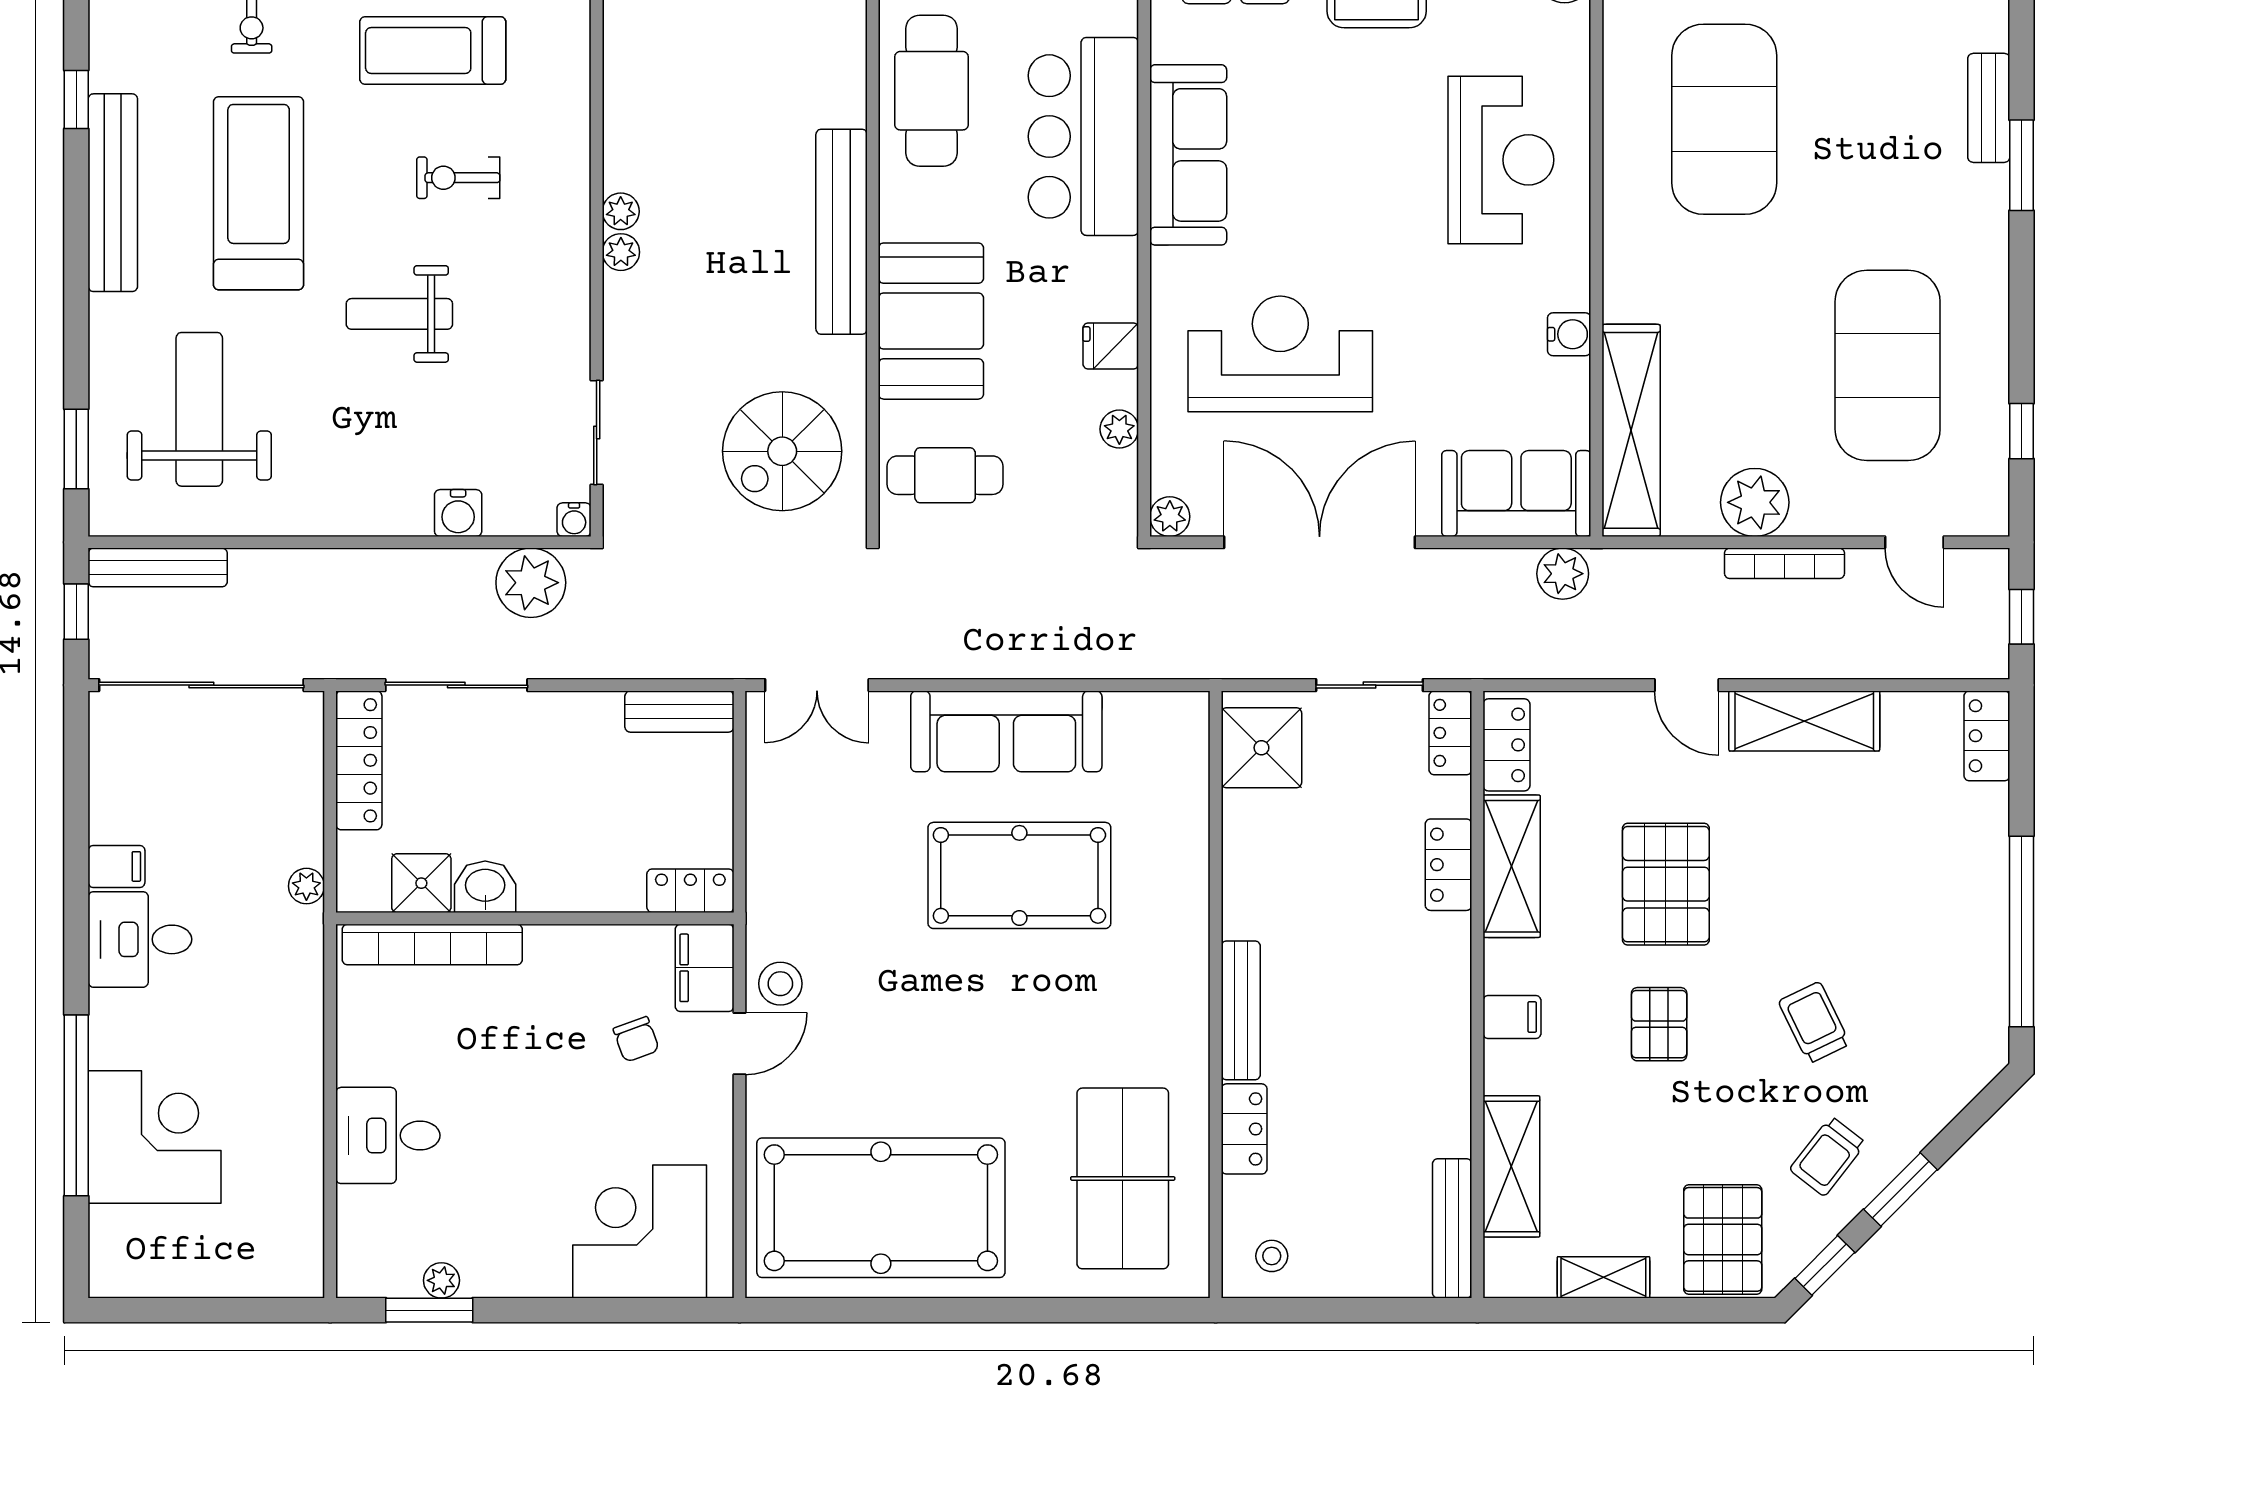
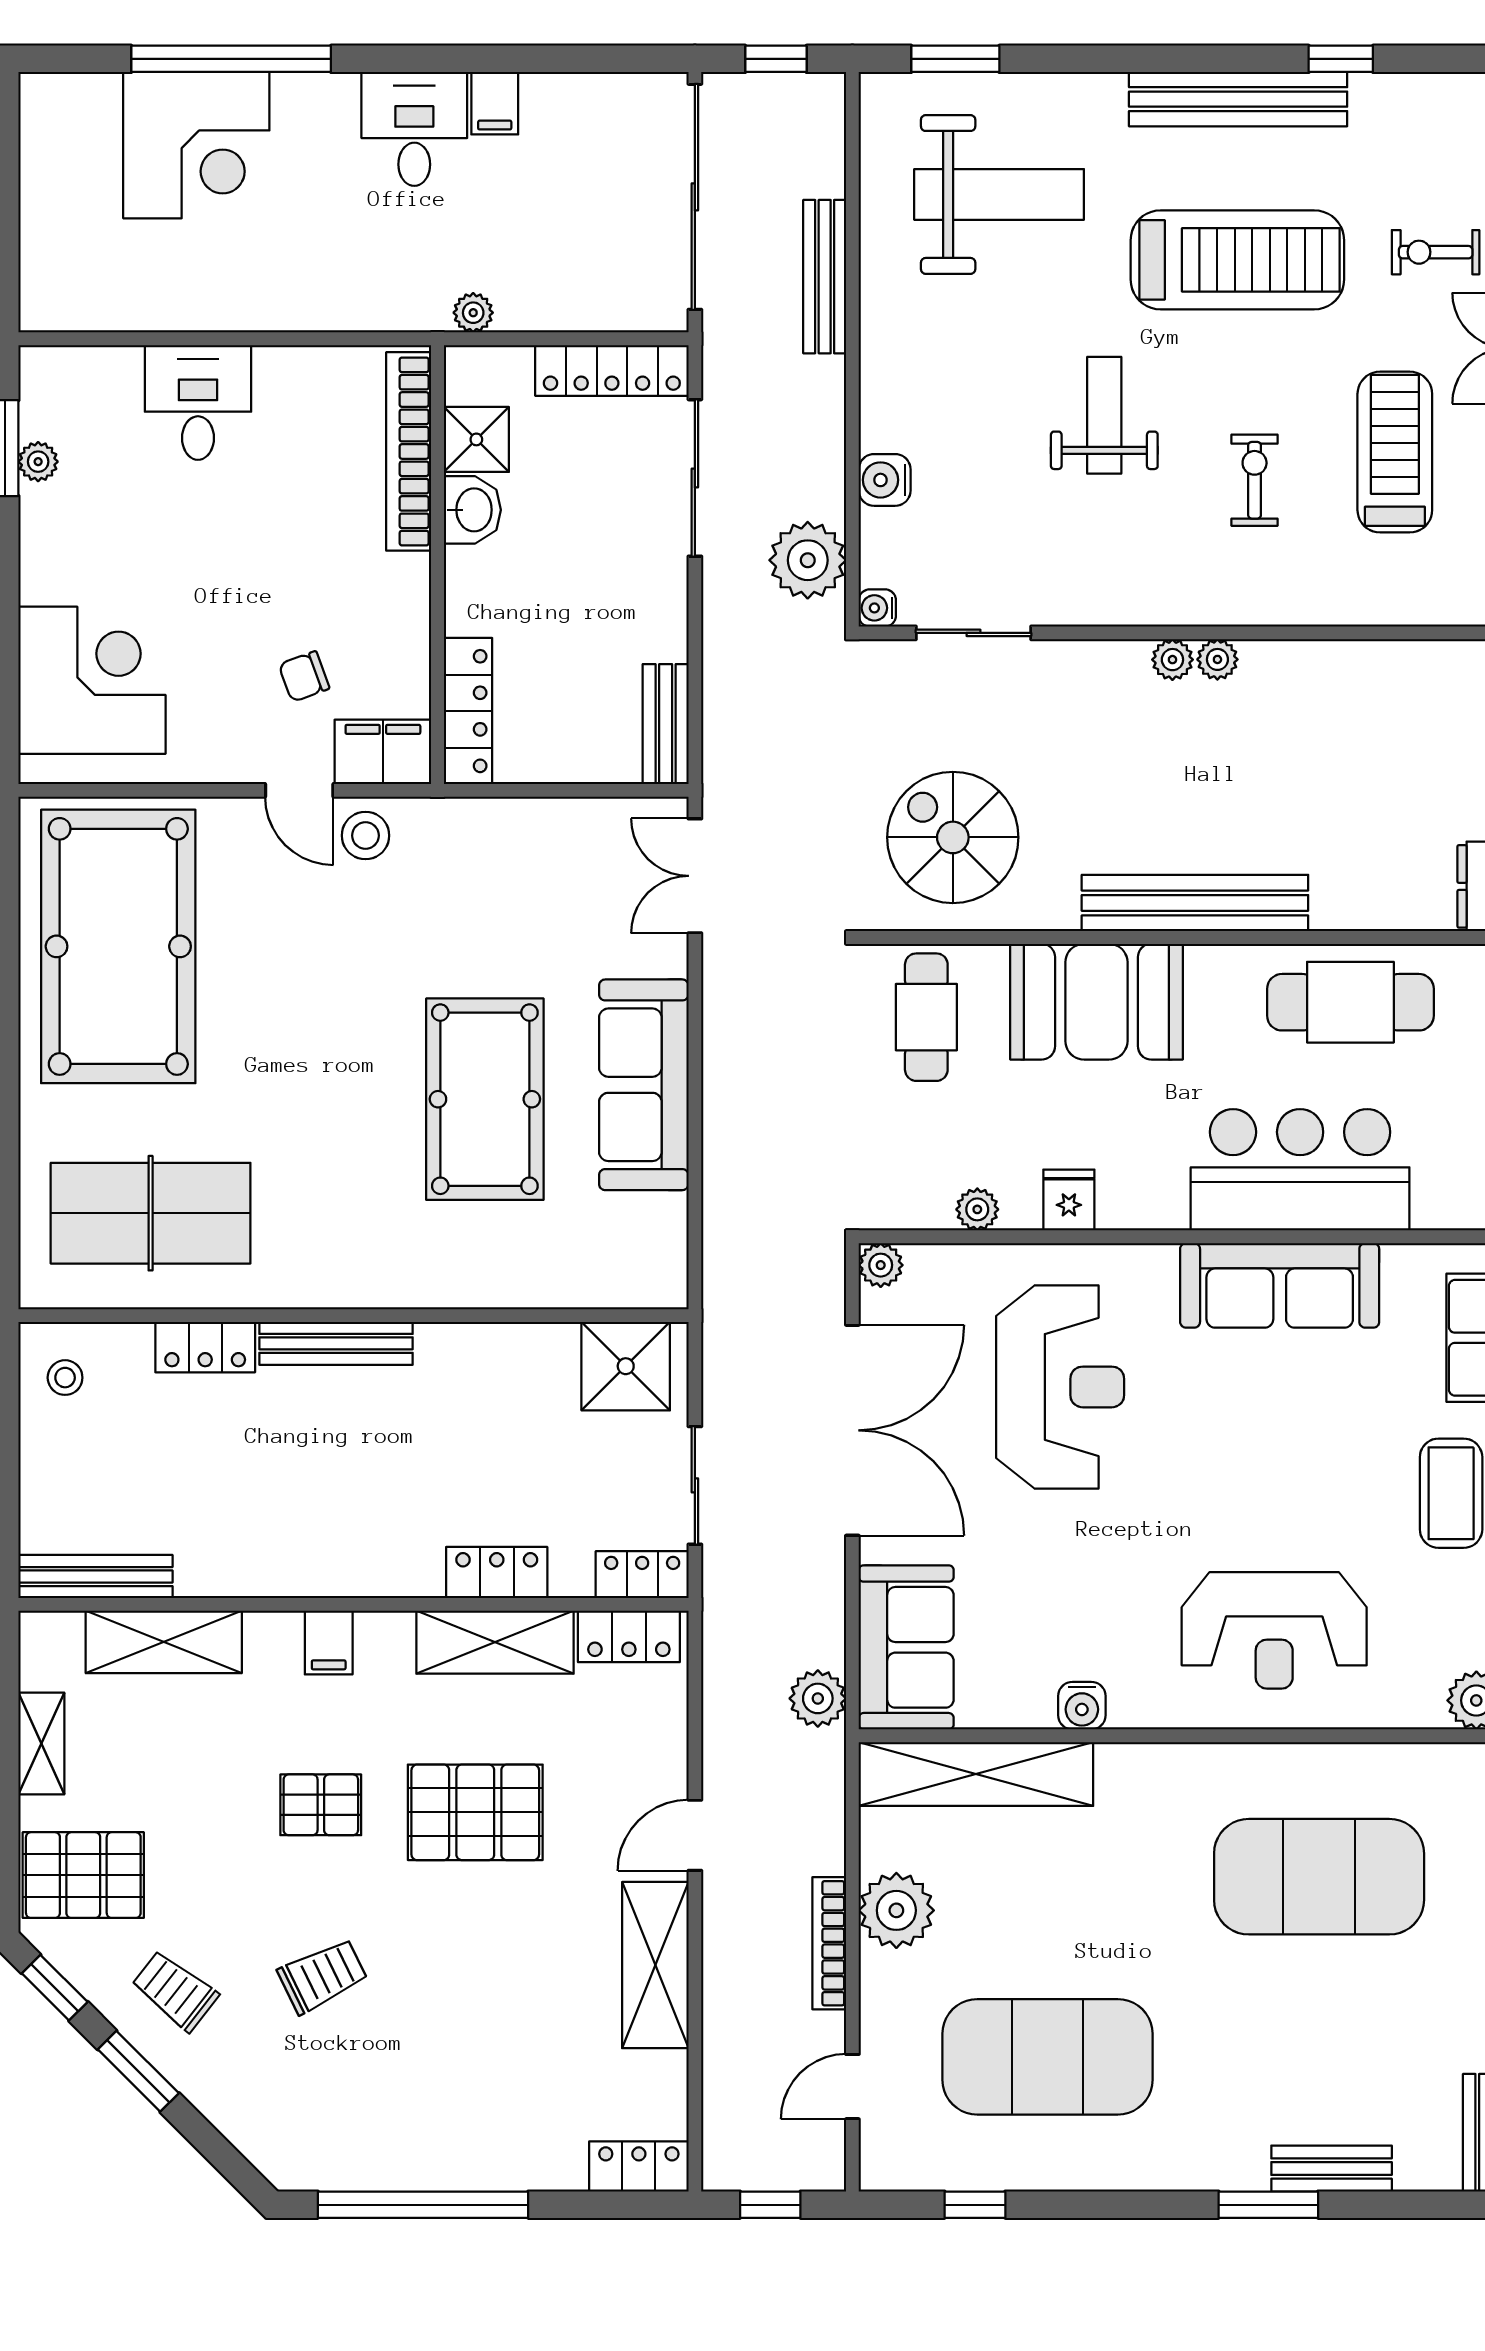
bench: (158, 567) -> (825, 277), moved
locker: (690, 891) -> (468, 711), width x1.53

